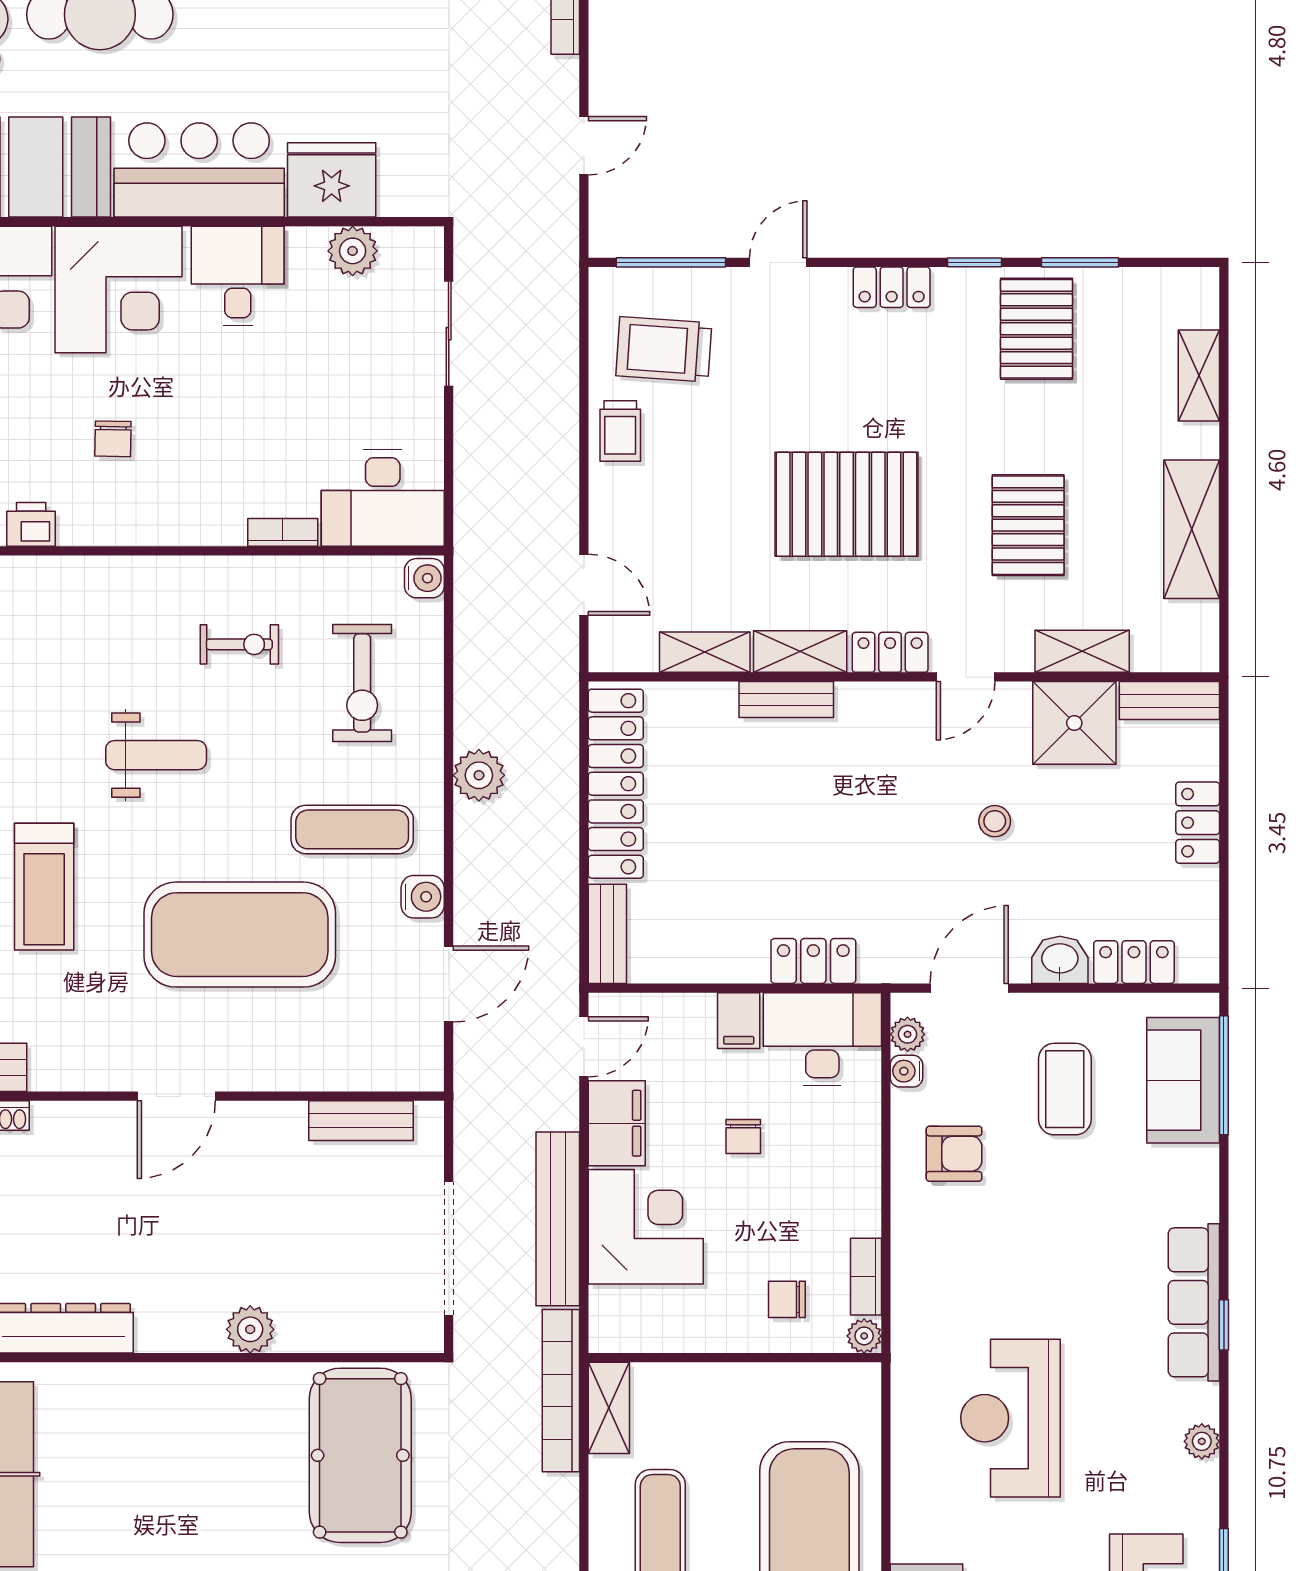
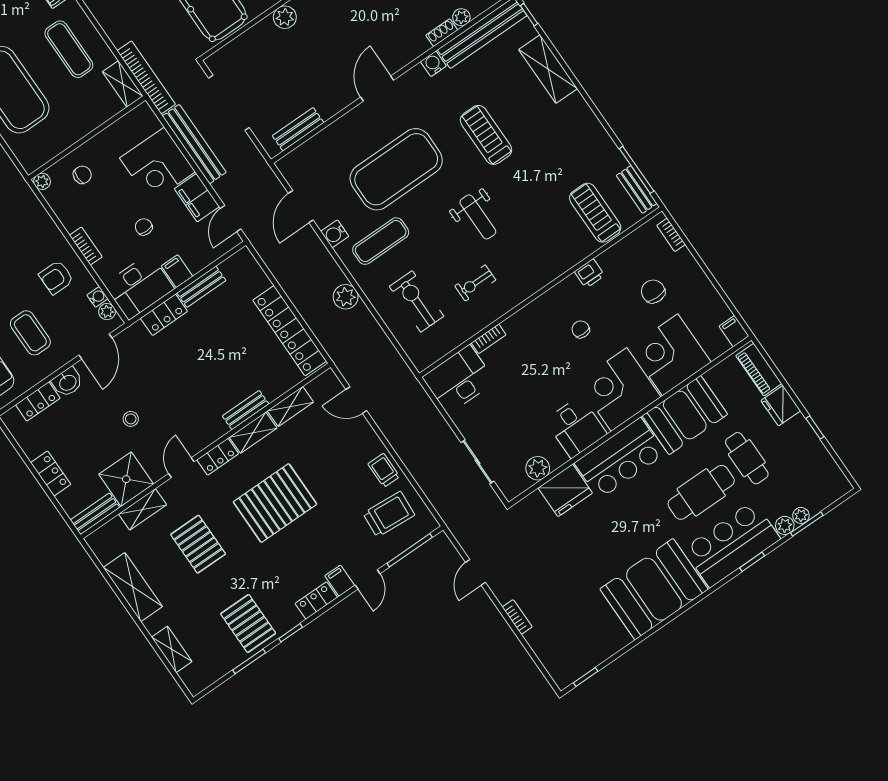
filing cabinet: (828, 293) -> (340, 581), added
water cooler: (424, 578) -> (433, 64), moved, turned 90
weight bench: (156, 755) -> (478, 217), turned -90
bench: (607, 934) -> (201, 287), moved, turned 90
bookcase: (866, 1277) -> (86, 246), moved

